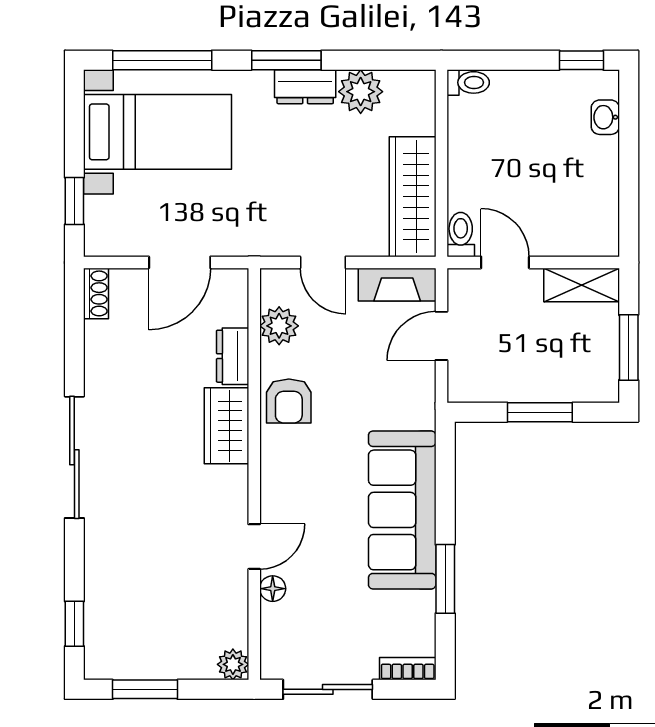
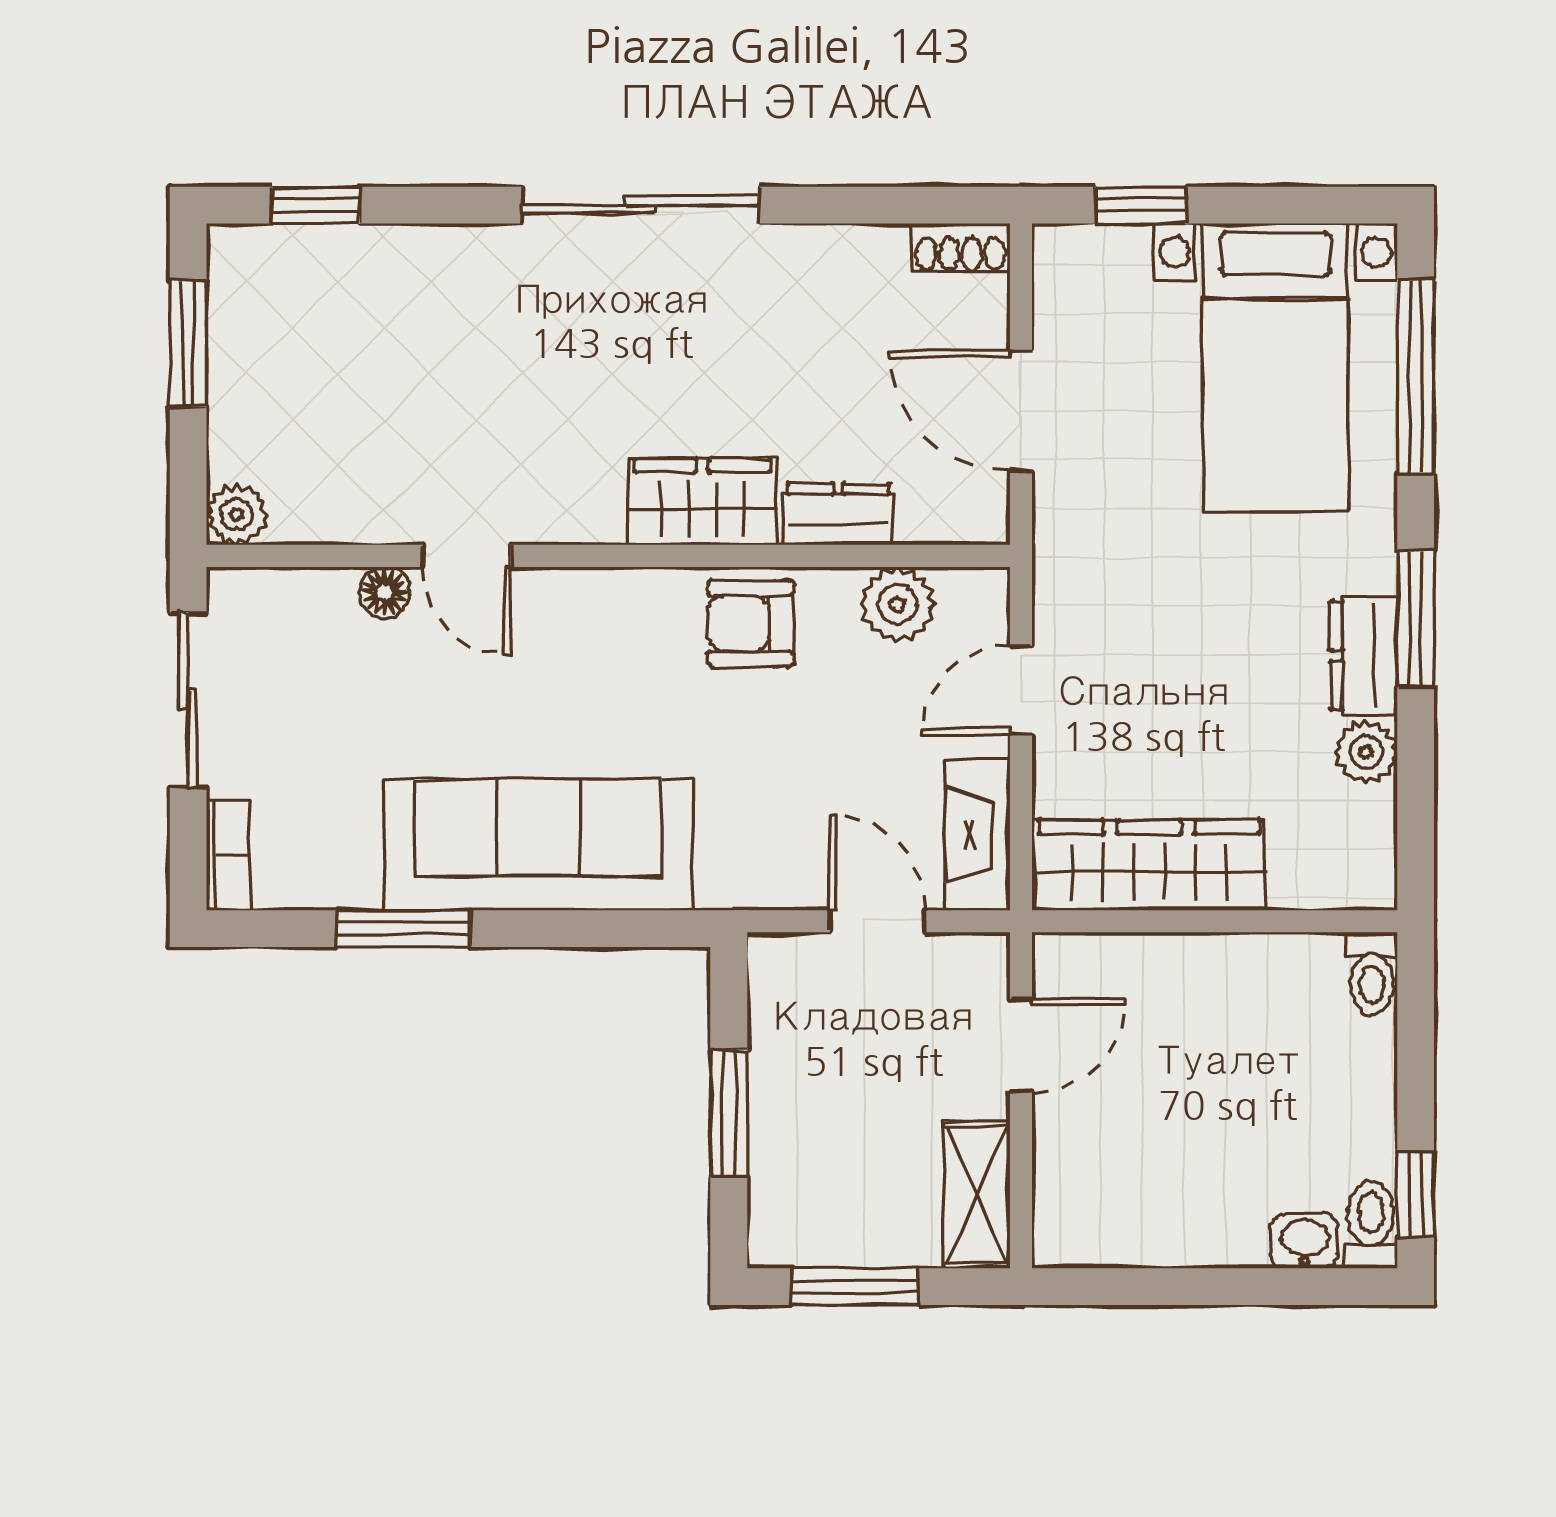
plant: (361, 92) -> (1366, 752), width x0.73, depth x0.73
toilet: (461, 235) -> (1371, 1225), moved, turned -90

